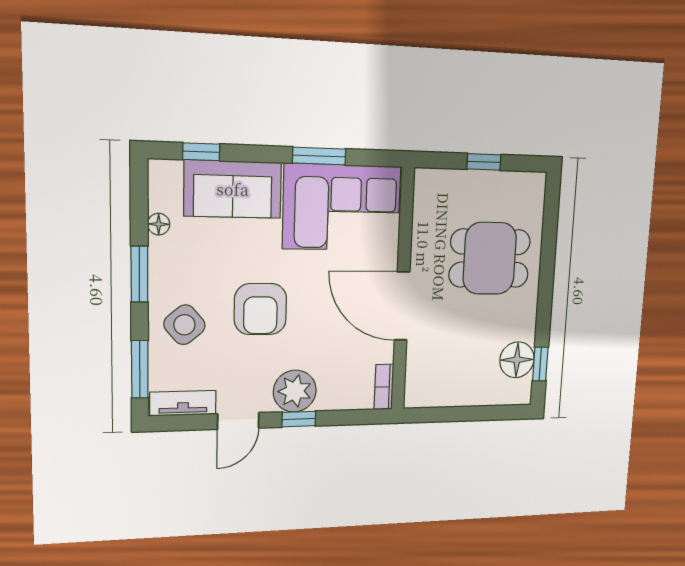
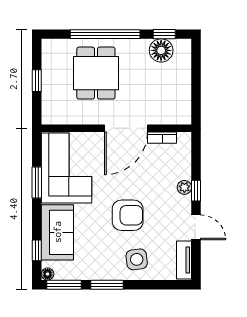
floor lamp: (159, 224) -> (48, 274), moved
window: (547, 273) -> (105, 34), added
side table: (184, 325) -> (137, 259), turned 33
window: (140, 369) -> (64, 285), moved
bookcase: (384, 387) -> (162, 138), moved
plant: (295, 391) -> (184, 187), width x0.53, depth x0.53

